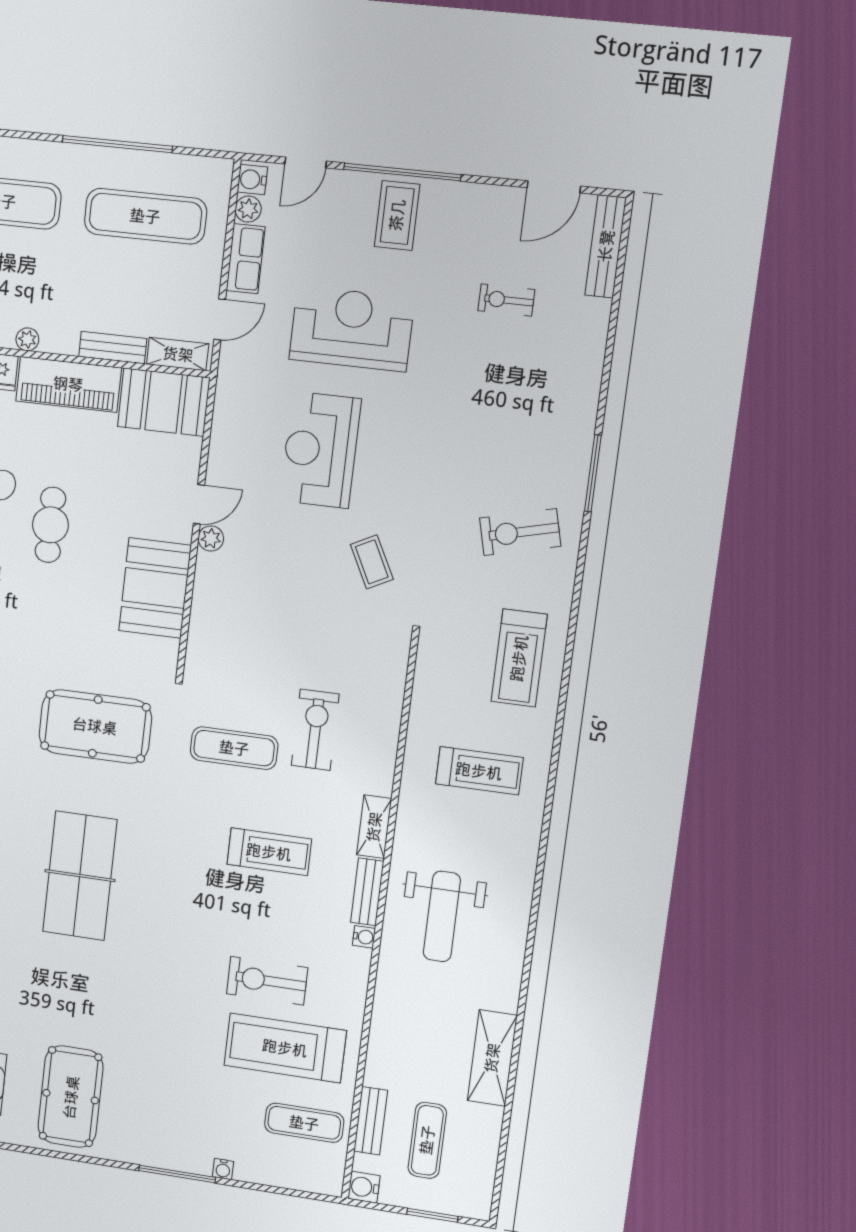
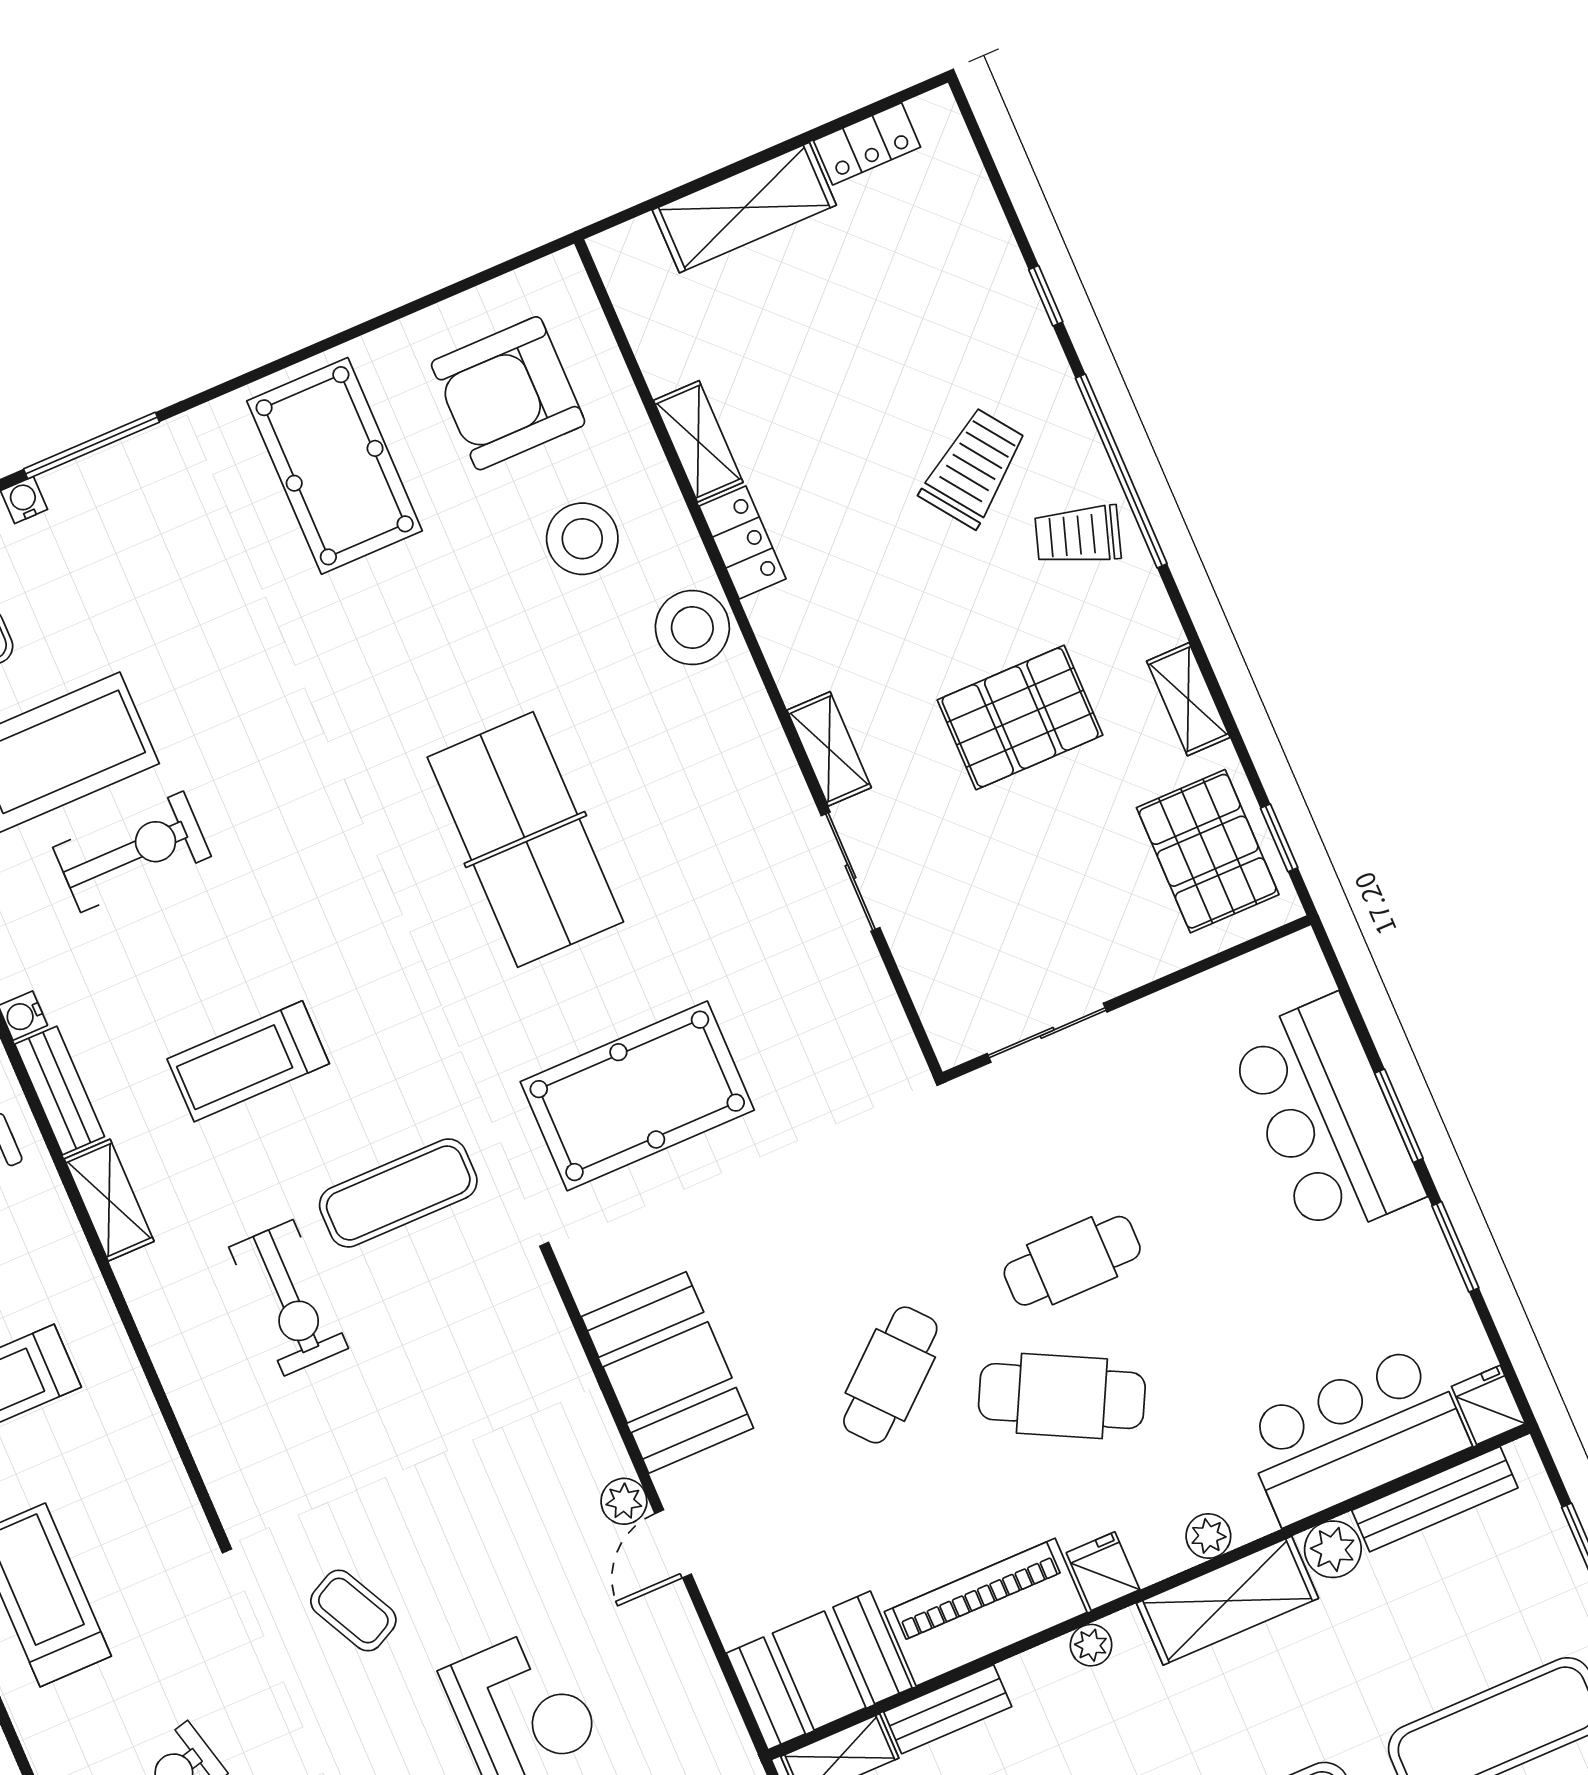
cafe table: (50, 525) -> (890, 1375), turned 49

